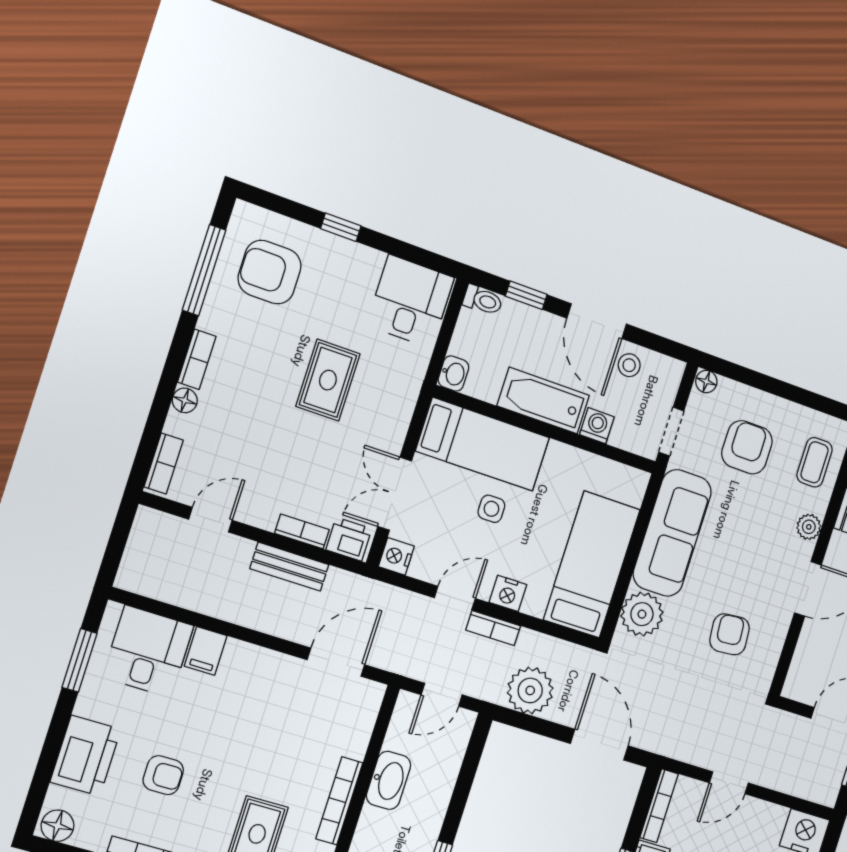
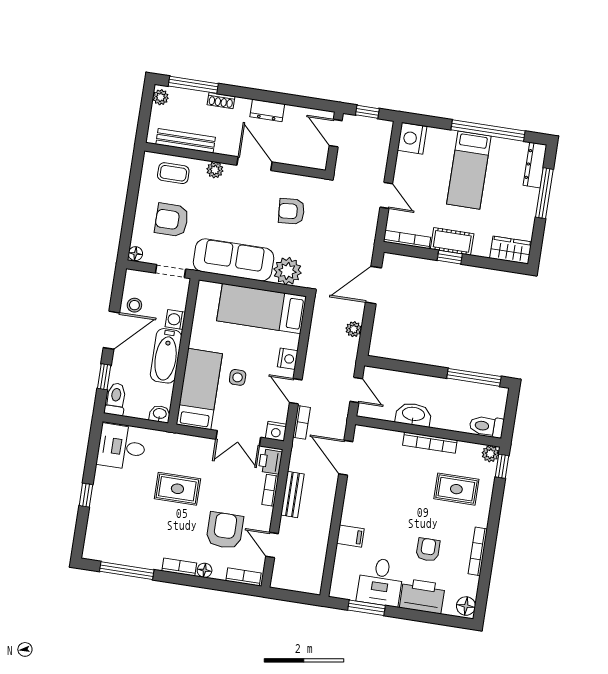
armchair: (270, 272) -> (225, 530), moved, turned 180
toilet: (483, 300) -> (116, 399), width x1.37, depth x1.39
bookcase: (493, 628) -> (302, 422), moved
desk: (148, 651) -> (380, 582), moved, turned -90
plant: (530, 690) -> (354, 329), width x0.53, depth x0.53

